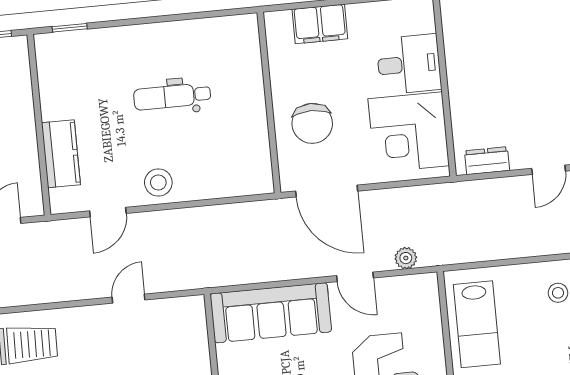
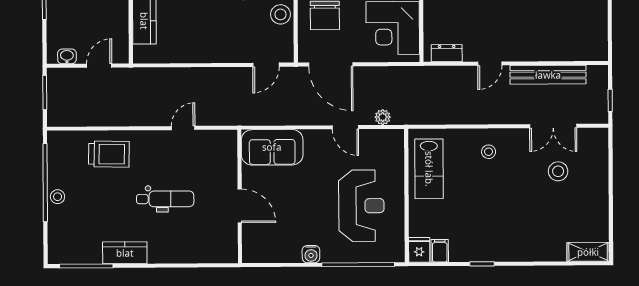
stool: (158, 183) -> (280, 14), moved
door: (108, 212) -> (266, 65), moved
sofa: (271, 313) -> (272, 147), width x0.73

